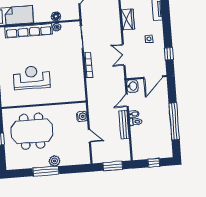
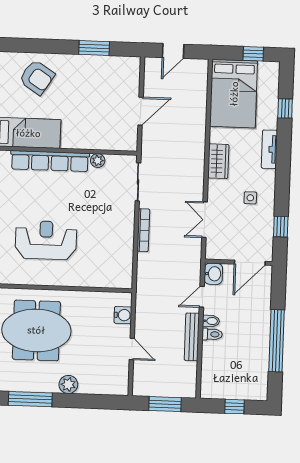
floor lamp: (56, 16) -> (98, 142), removed
window: (46, 171) -> (30, 399), moved

